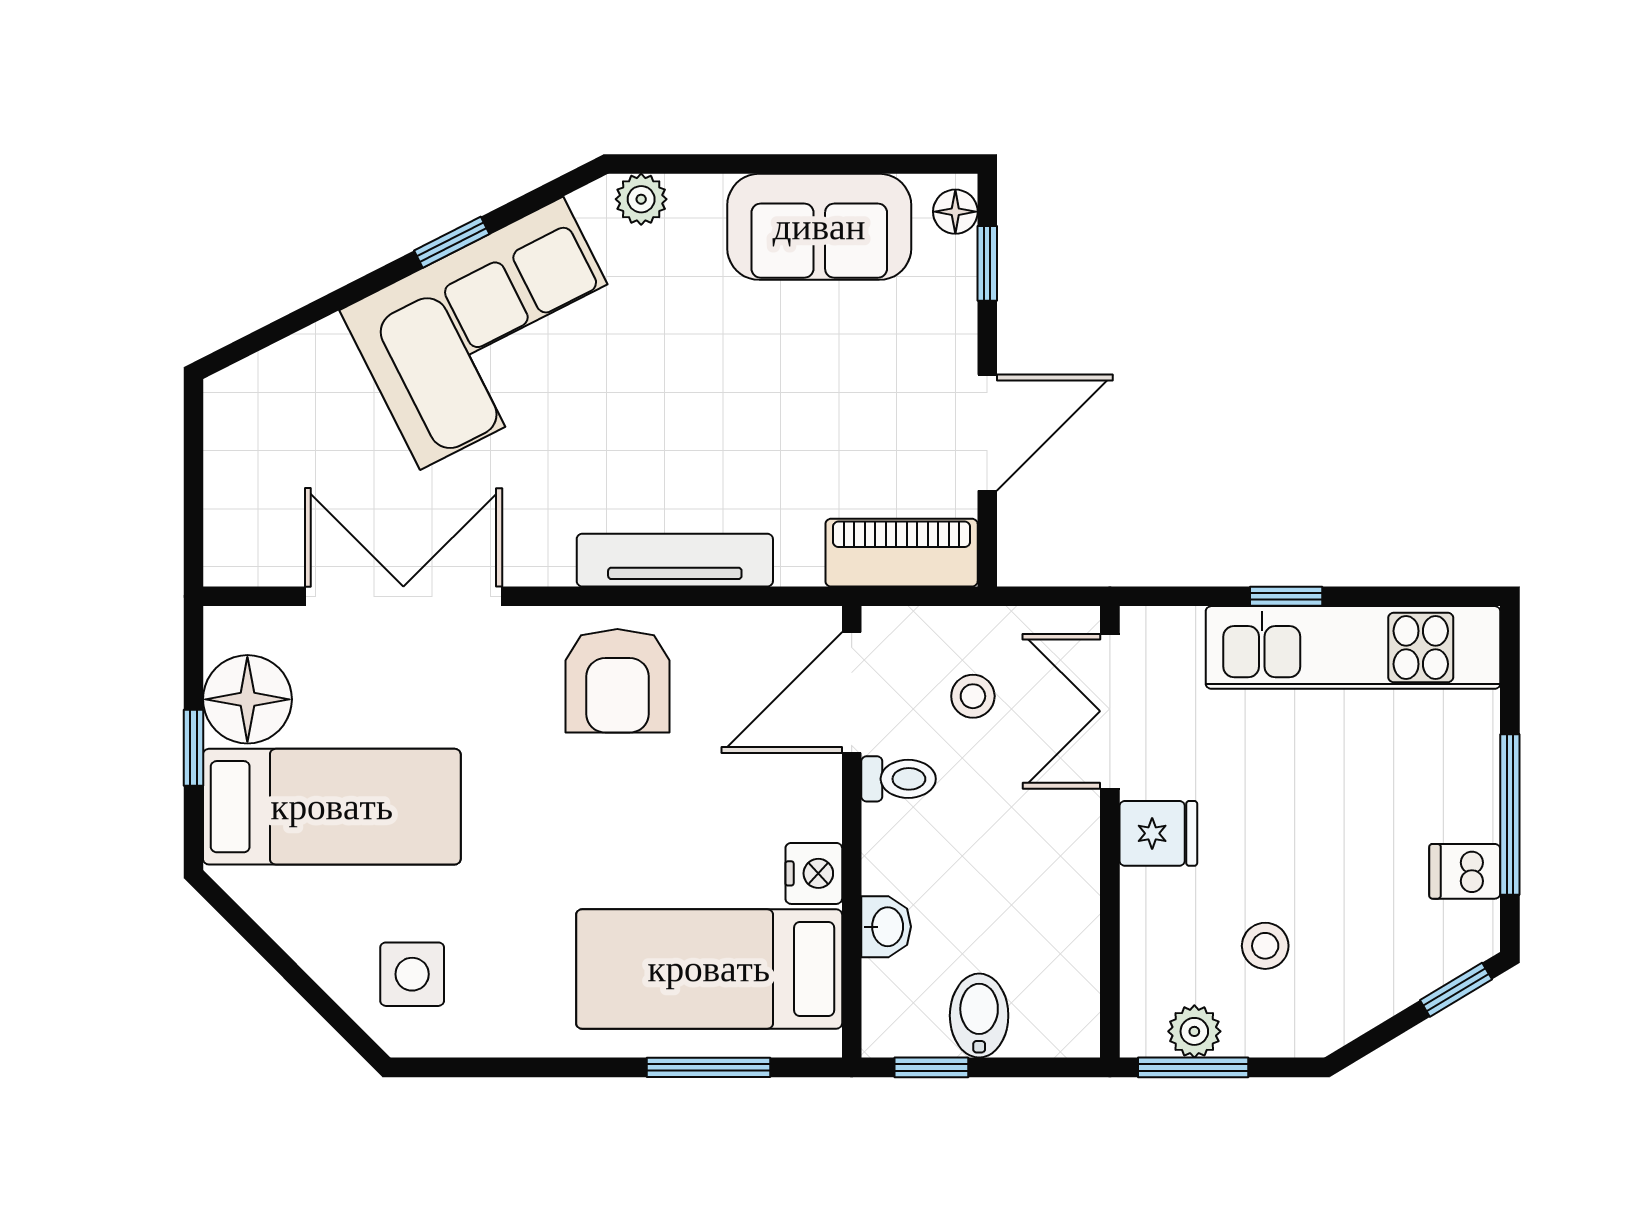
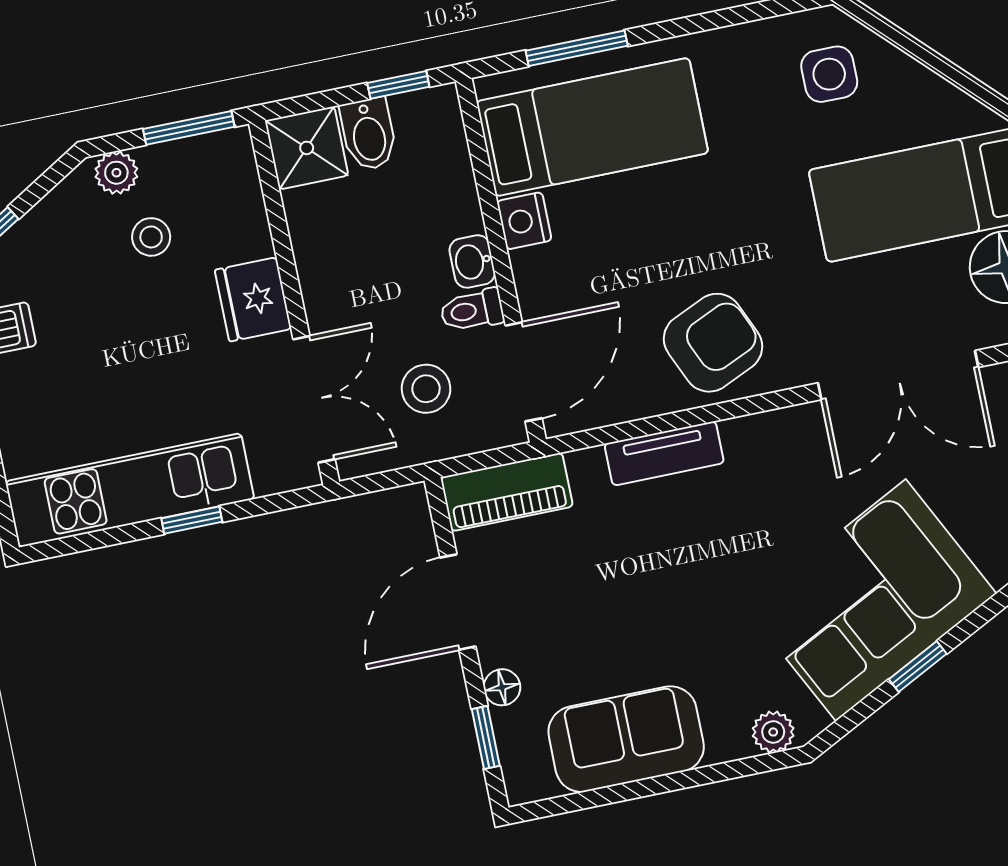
floor lamp: (955, 212) -> (502, 687), moved
tv unit: (675, 560) -> (664, 453), width x0.71
armchair: (617, 681) -> (713, 343), turned 66
stool: (973, 696) -> (426, 389), width x1.37, depth x1.37
fridge: (1158, 833) -> (253, 299), width x1.38
washbasin: (886, 927) -> (472, 261), moved
shower: (1057, 1014) -> (307, 148), added
plant: (1194, 1031) -> (116, 173), moved

